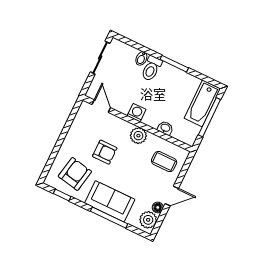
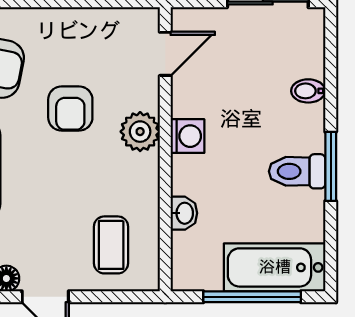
toilet: (151, 68) -> (297, 171), moved
plant: (138, 136) -> (140, 132), moved

